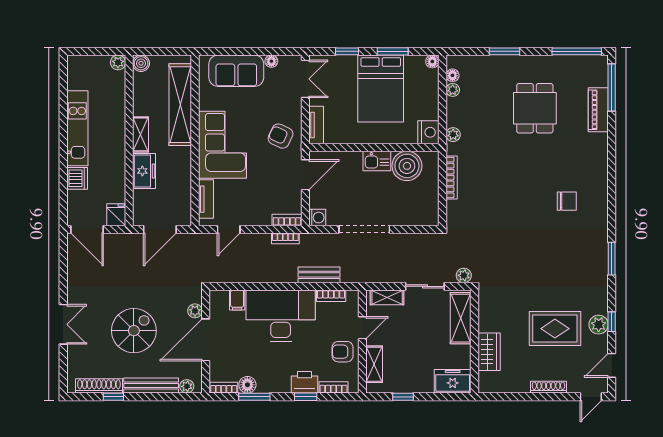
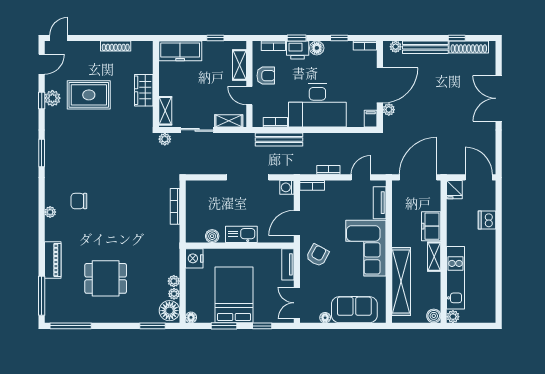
window: (505, 51) -> (152, 326), moved
floor lamp: (452, 75) -> (169, 311), width x1.89, depth x1.89
dining table: (535, 108) -> (106, 278), turned 90
piano: (598, 110) -> (53, 260), moved
kitchen unit: (77, 128) -> (455, 278), moved, turned 180
plant: (453, 135) -> (174, 281), moved
armchair: (281, 136) -> (317, 255), turned -86
kitchen sink: (377, 161) -> (241, 234), width x1.38
boiler: (407, 166) -> (212, 236), width x0.54, depth x0.54
bookcase: (452, 178) -> (175, 206), moved
plant: (601, 188) -> (50, 212), added
door: (160, 229) -> (418, 177), width x1.36
bookcase: (285, 238) -> (328, 170), moved
bench: (319, 275) -> (279, 140), width x1.36
filing cabinet: (237, 300) -> (371, 119), moved
shelving: (461, 318) -> (165, 111), width x0.67, depth x0.75
double door: (63, 324) -> (499, 98), width x1.37
door: (362, 328) -> (249, 96), hinge flipped
spiral stairs: (134, 331) -> (440, 93), removed
wardrobe: (489, 352) -> (144, 90), moved
freezer: (453, 381) -> (180, 51), width x1.40
floor lamp: (247, 385) -> (317, 48), moved
shoe rack: (548, 387) -> (116, 46), moved
window: (254, 397) -> (339, 38), width x0.67

